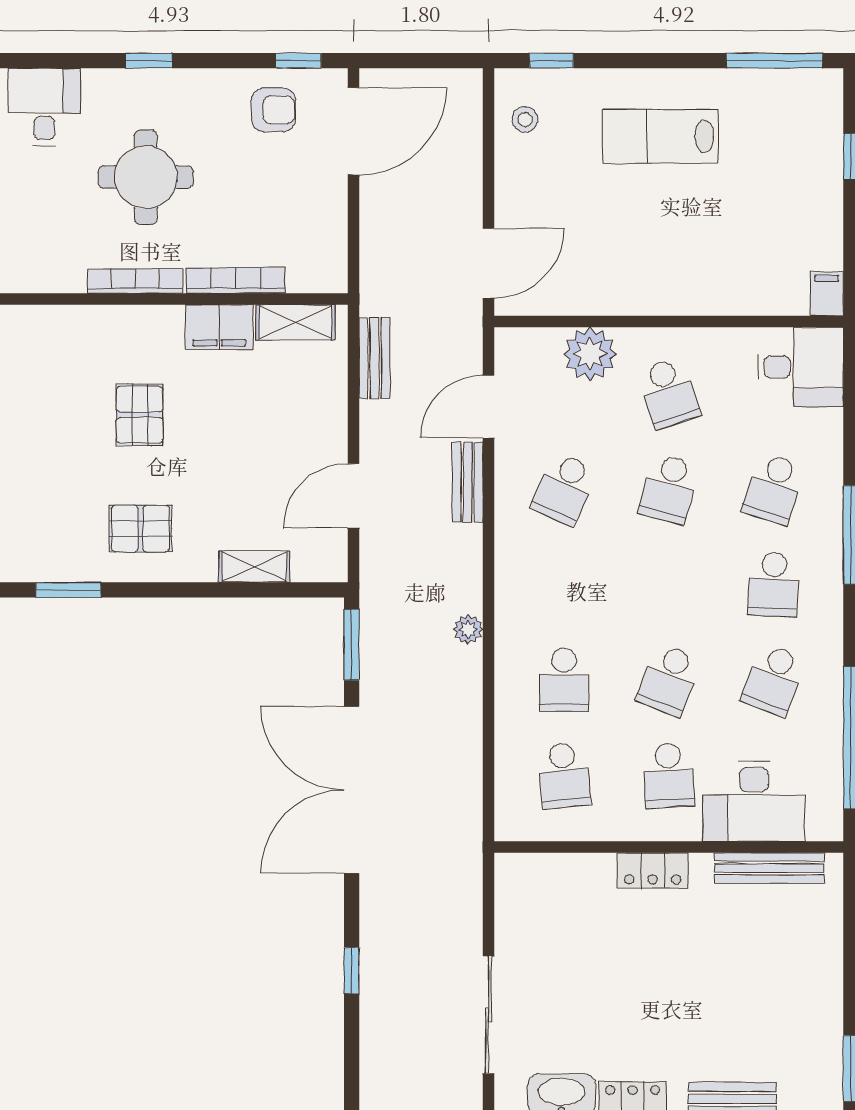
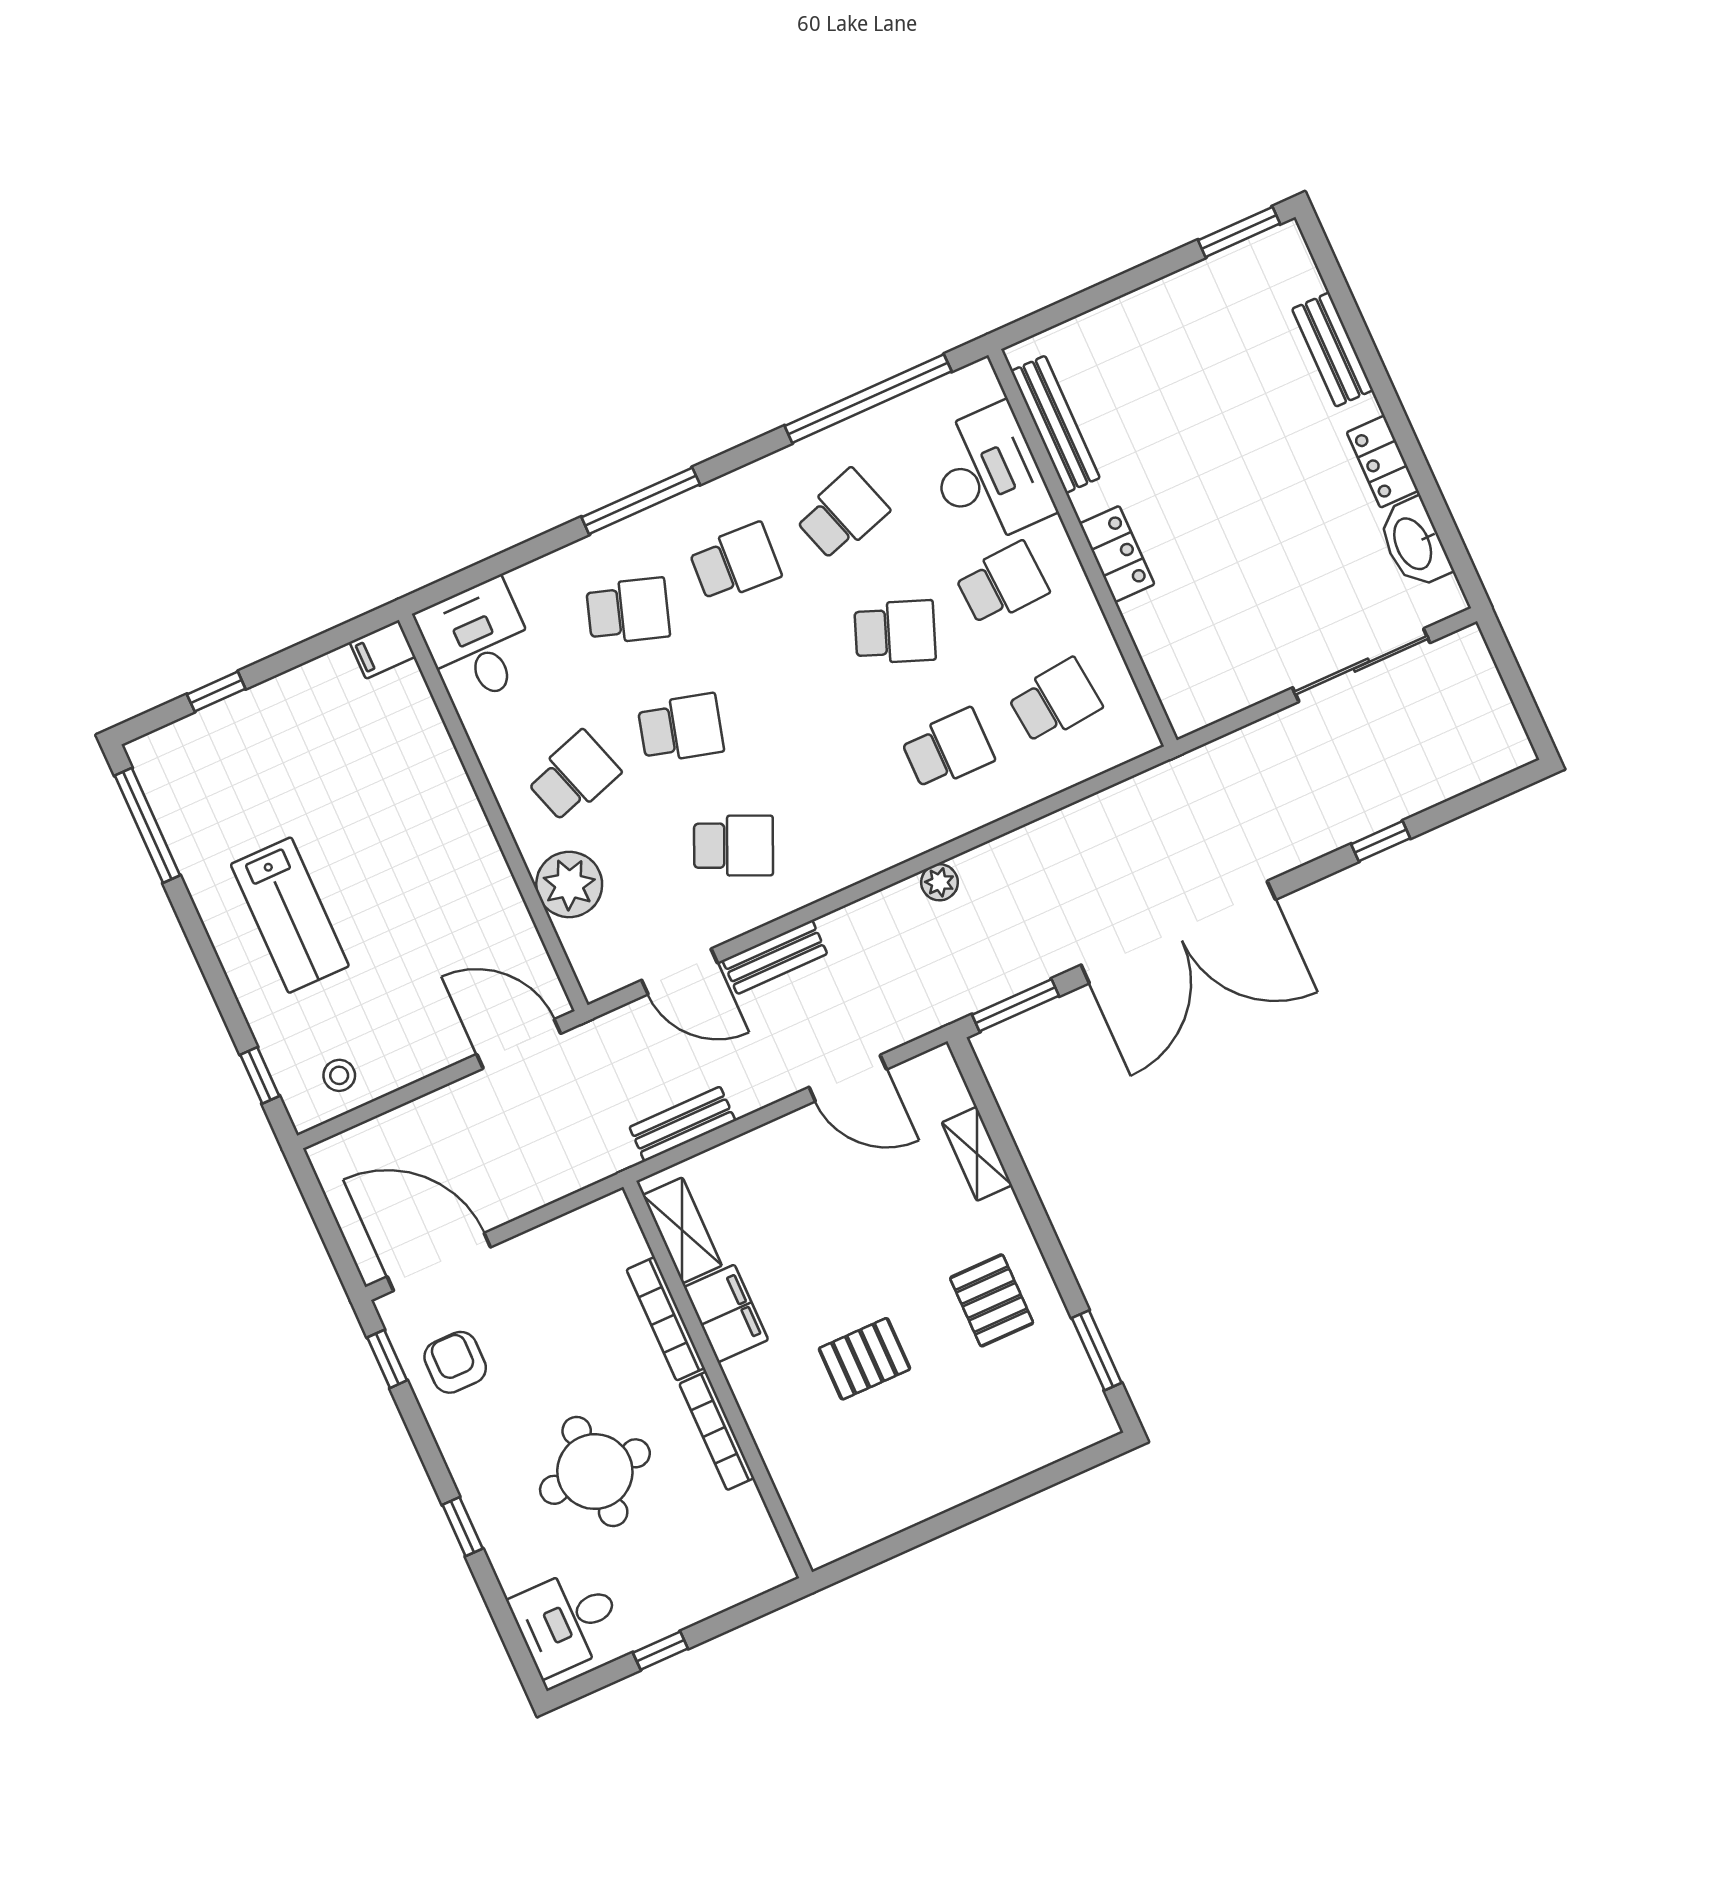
school desk: (773, 680) -> (842, 515), turned -39

